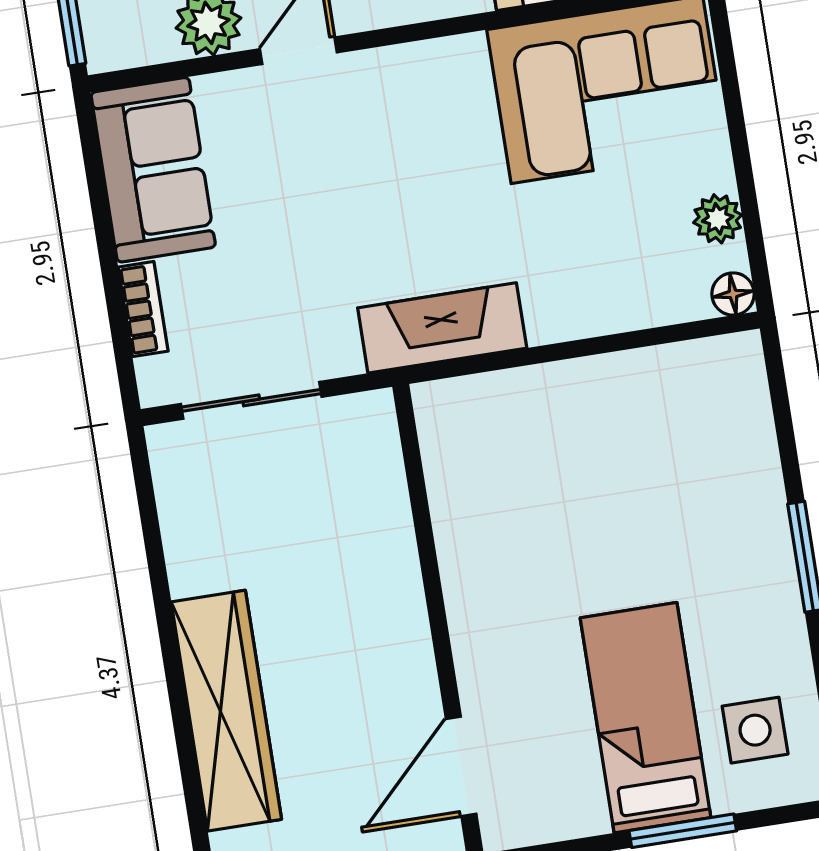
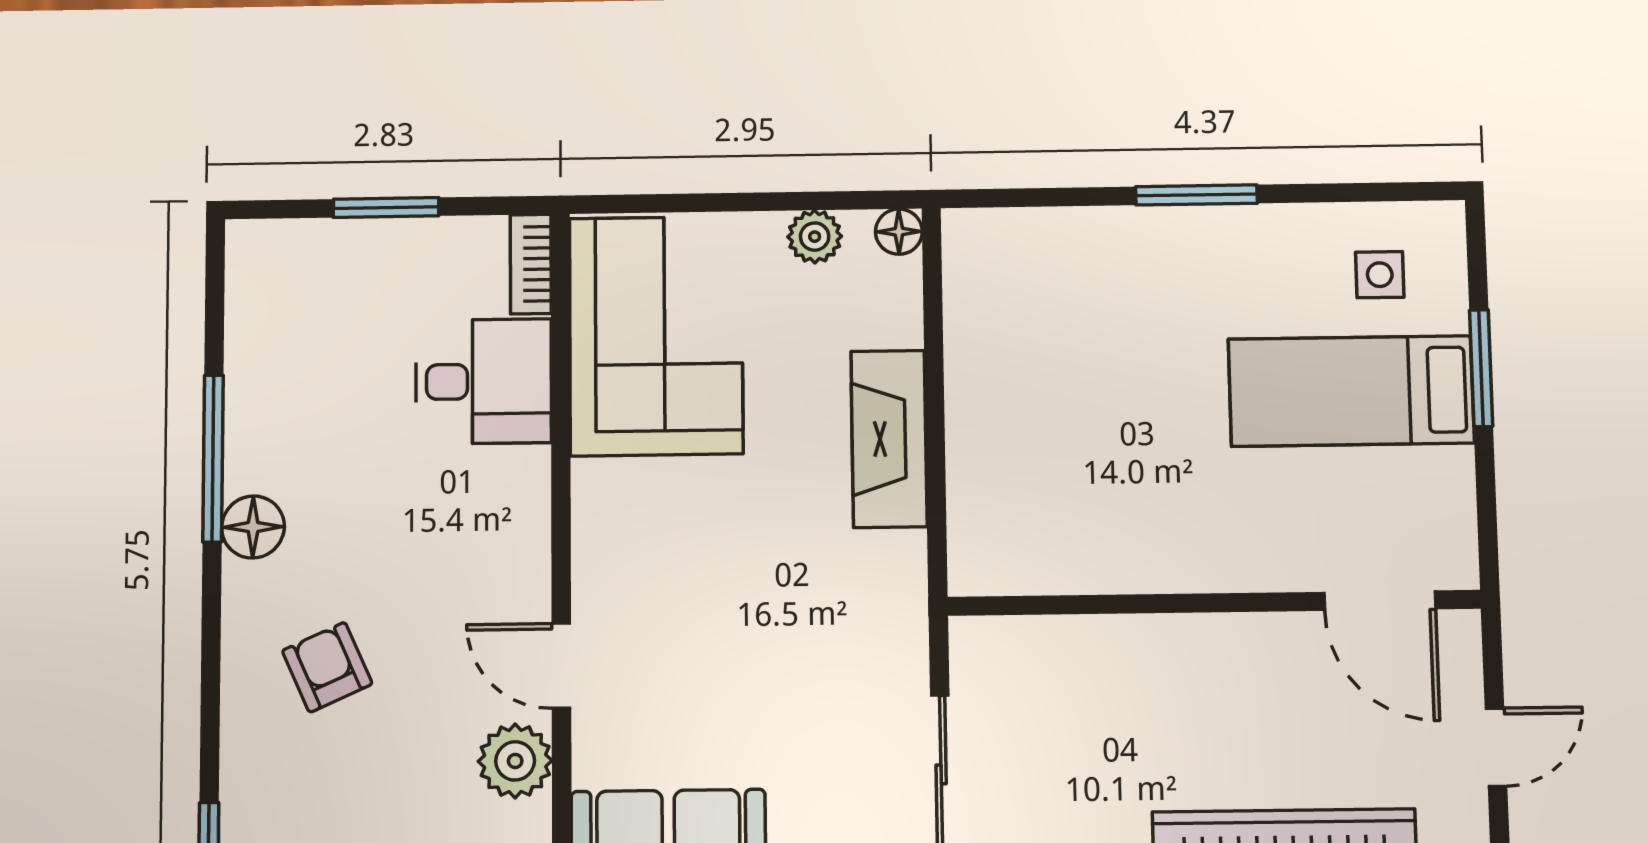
fireplace: (442, 328) -> (889, 439), moved
side table: (755, 730) -> (1380, 275), width x0.73, depth x0.73

